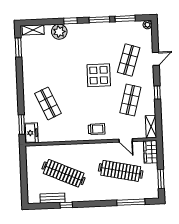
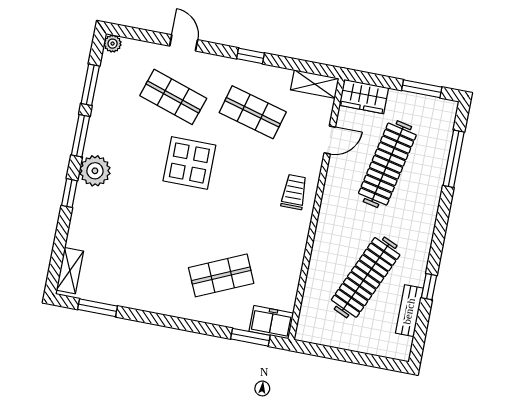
plant: (59, 32) -> (95, 171), moved

